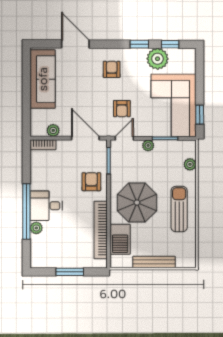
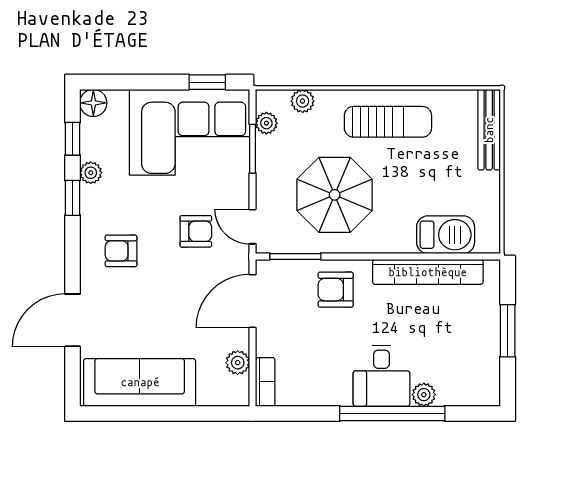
floor lamp: (189, 55) -> (93, 103), added
plant: (158, 59) -> (91, 173), width x0.53, depth x0.53
plant: (148, 145) -> (266, 123), moved
parasol: (137, 203) -> (335, 195), moved
sun lounger: (179, 209) -> (388, 122), turned 180
bench: (154, 262) -> (489, 130), moved

